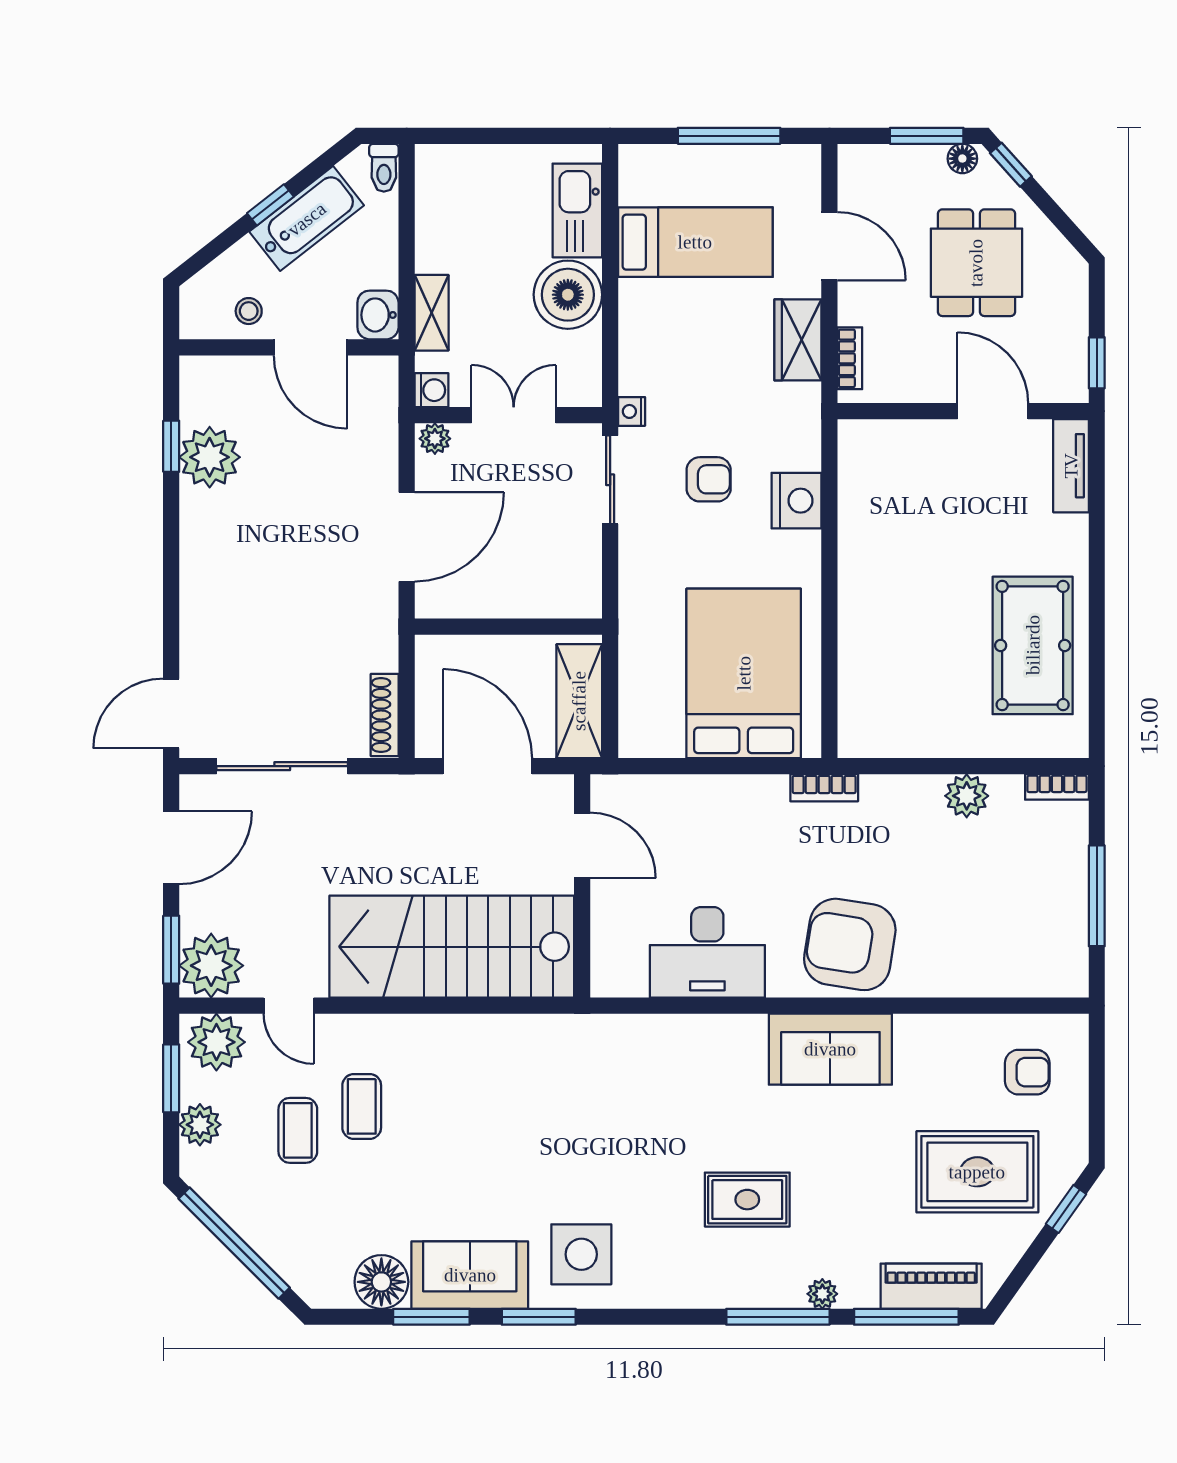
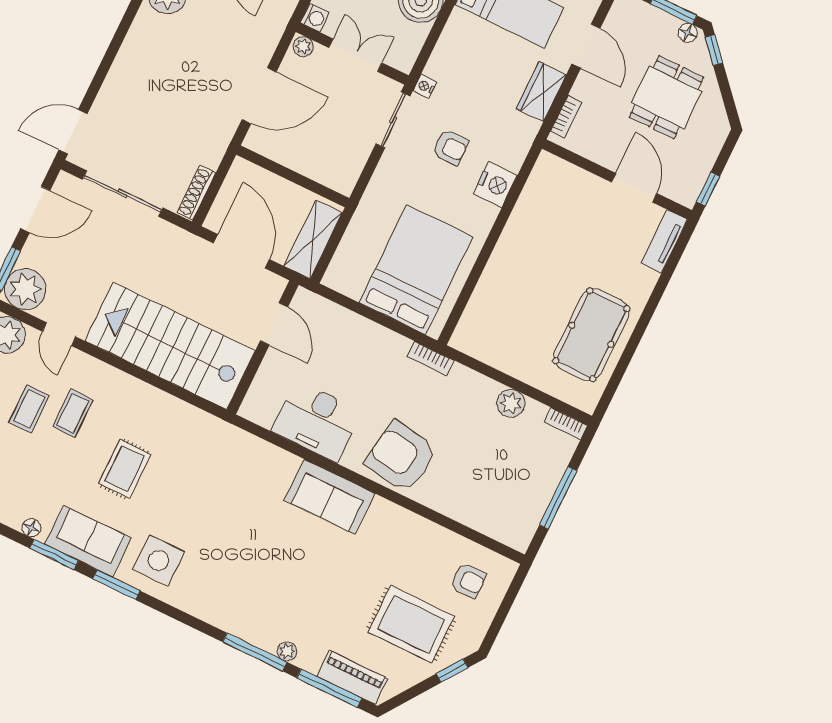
sofa: (830, 1049) -> (330, 497), moved
rug: (747, 1200) -> (125, 469), moved, turned 90
floor lamp: (381, 1282) -> (31, 528), width x0.53, depth x0.53

